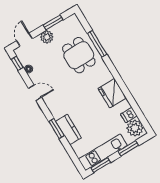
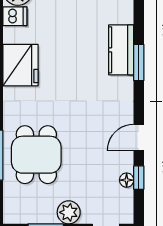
window: (17, 63) -> (139, 178), moved
door: (35, 93) -> (139, 138), hinge flipped

